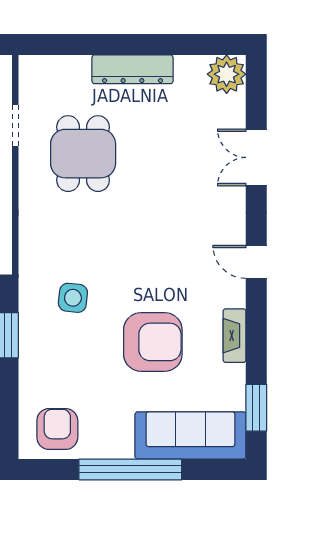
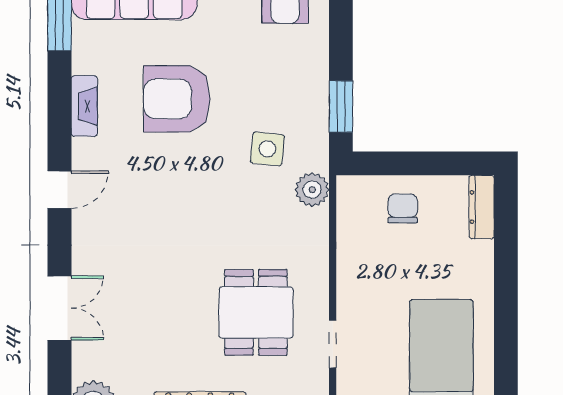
plant: (33, 262) -> (312, 190), added
door: (256, 262) -> (59, 190), hinge flipped

